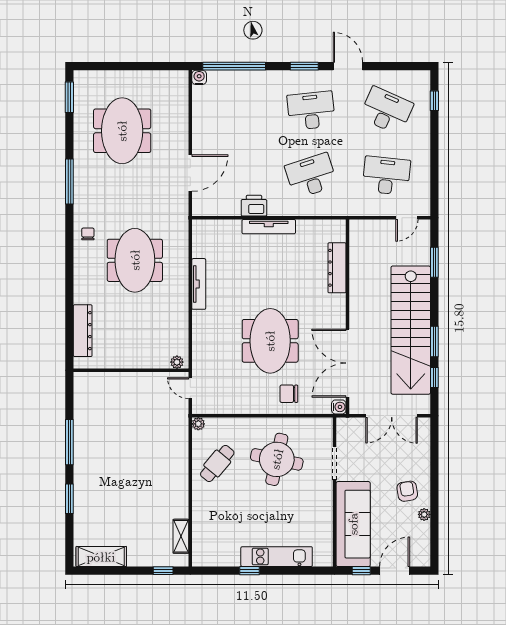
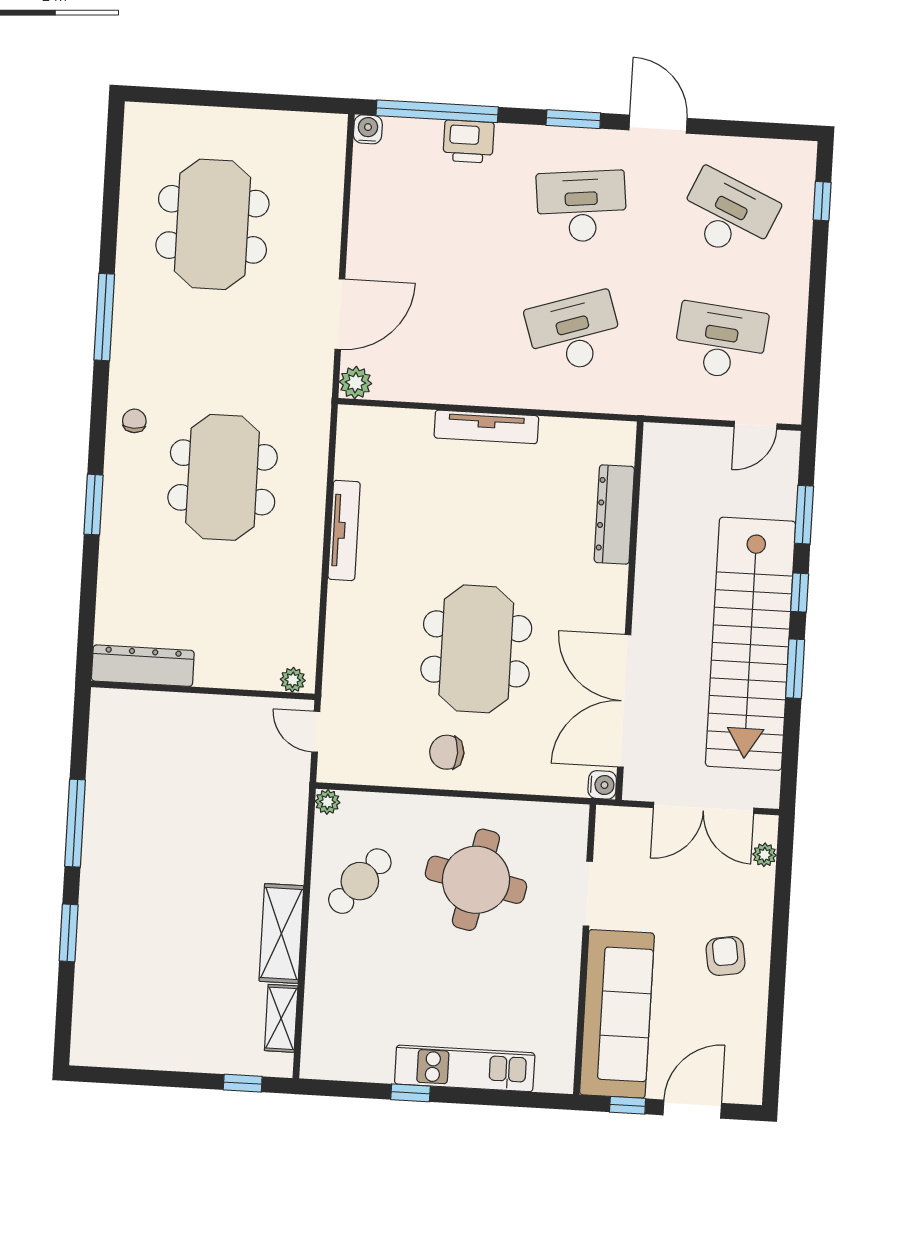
window: (69, 97) -> (93, 505), moved
printer: (254, 206) -> (469, 141), moved, turned 180
plant: (200, 208) -> (355, 383), added
dresser: (83, 331) -> (143, 666), moved, turned -90
window: (434, 377) -> (800, 593), moved
chair: (289, 394) -> (447, 752), moved
plant: (424, 514) -> (765, 855), moved
shelving: (101, 557) -> (281, 933), moved, turned 90

